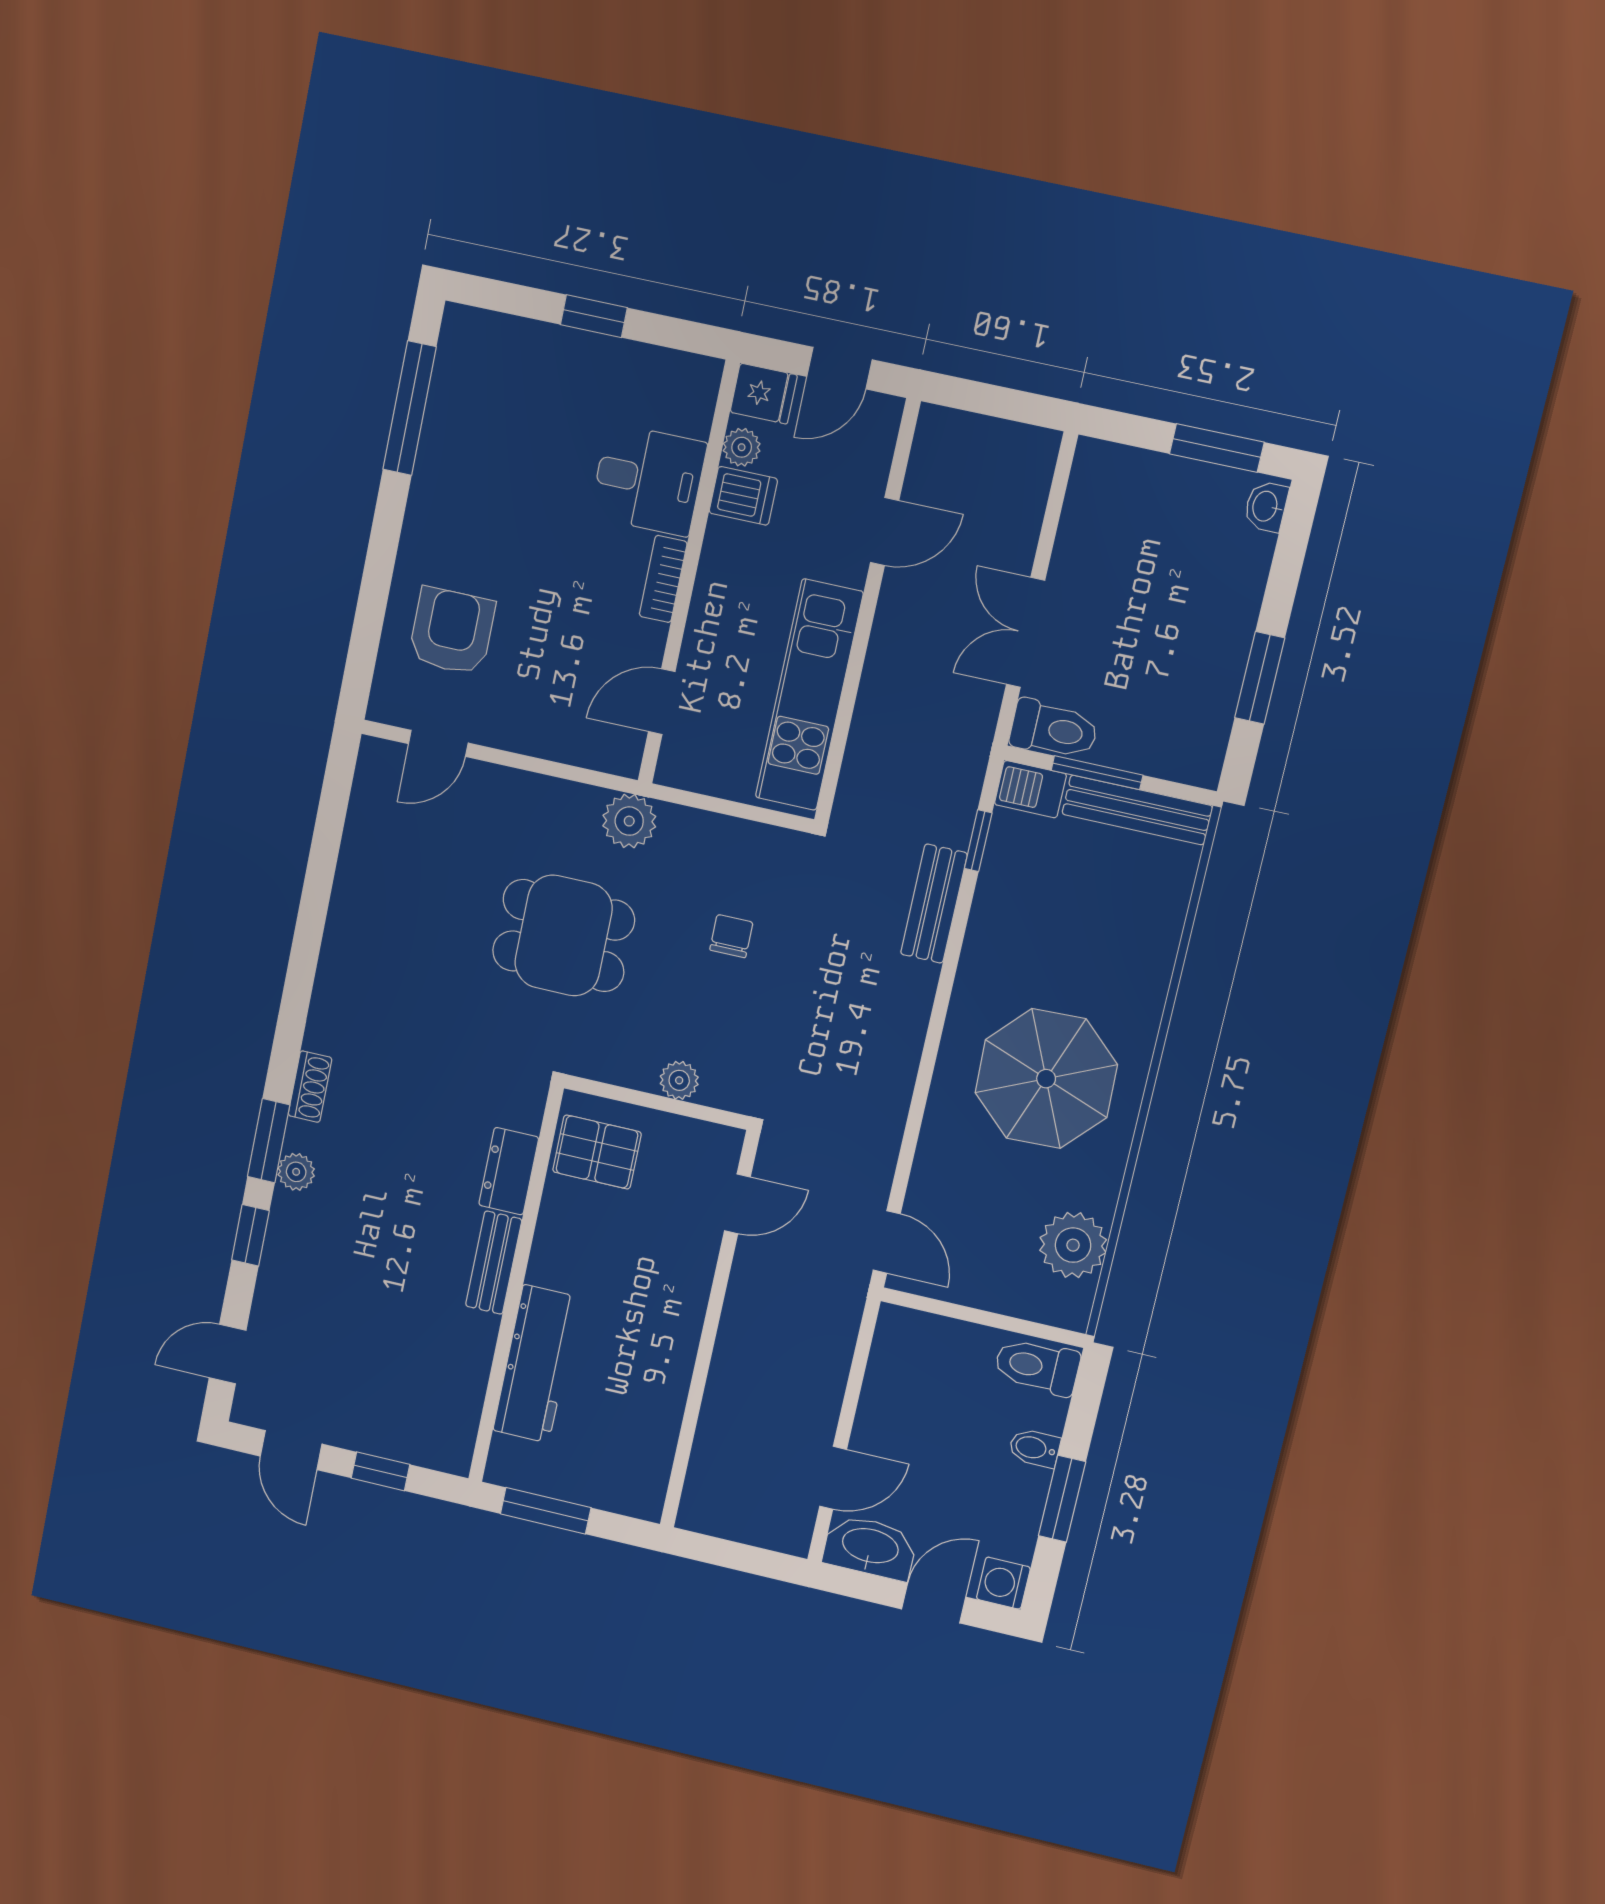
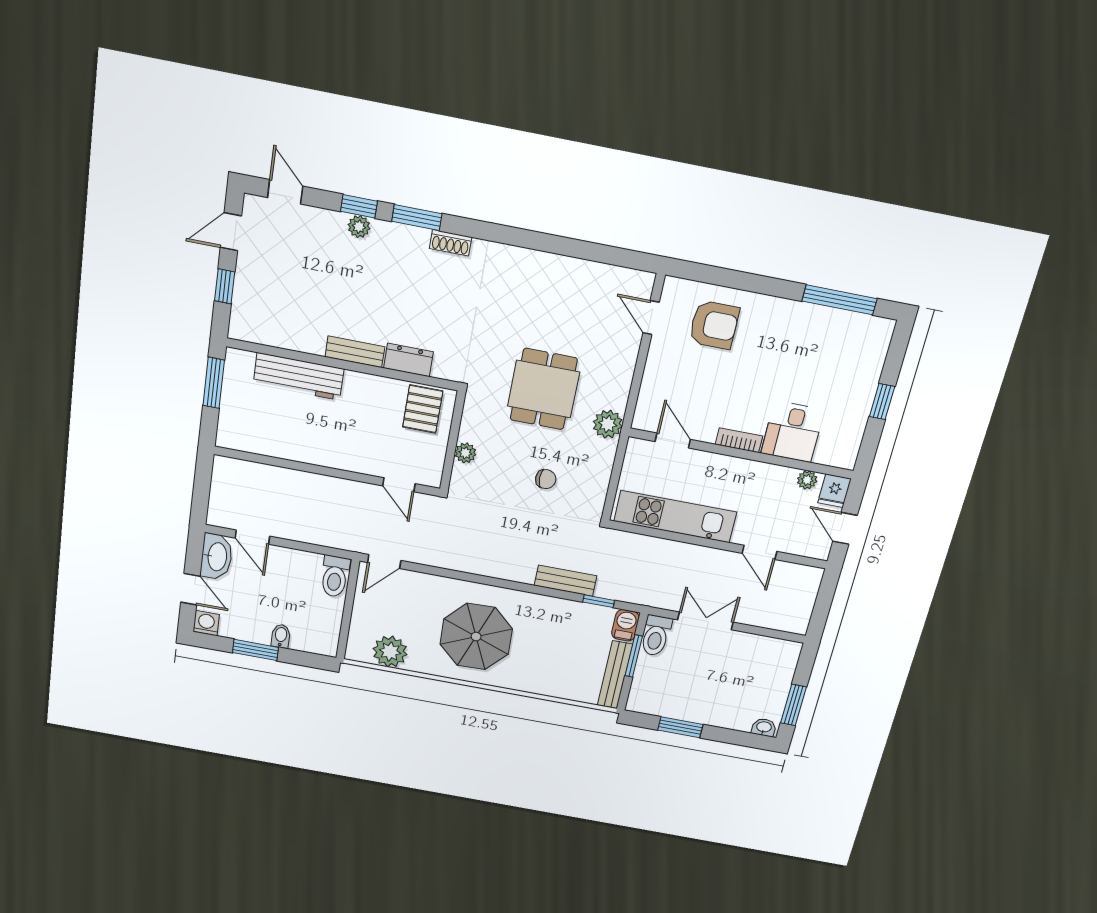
dishwasher: (743, 496) -> (781, 481), removed
plant: (296, 1172) -> (359, 227), moved
toilet: (1037, 1366) -> (335, 576), moved, turned 180

